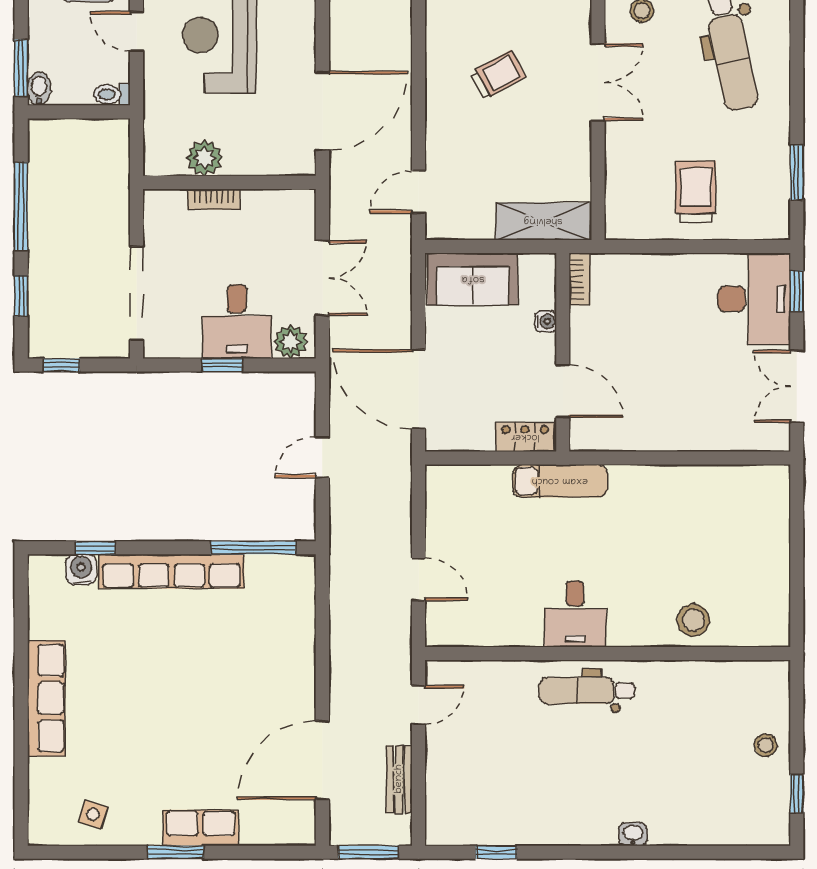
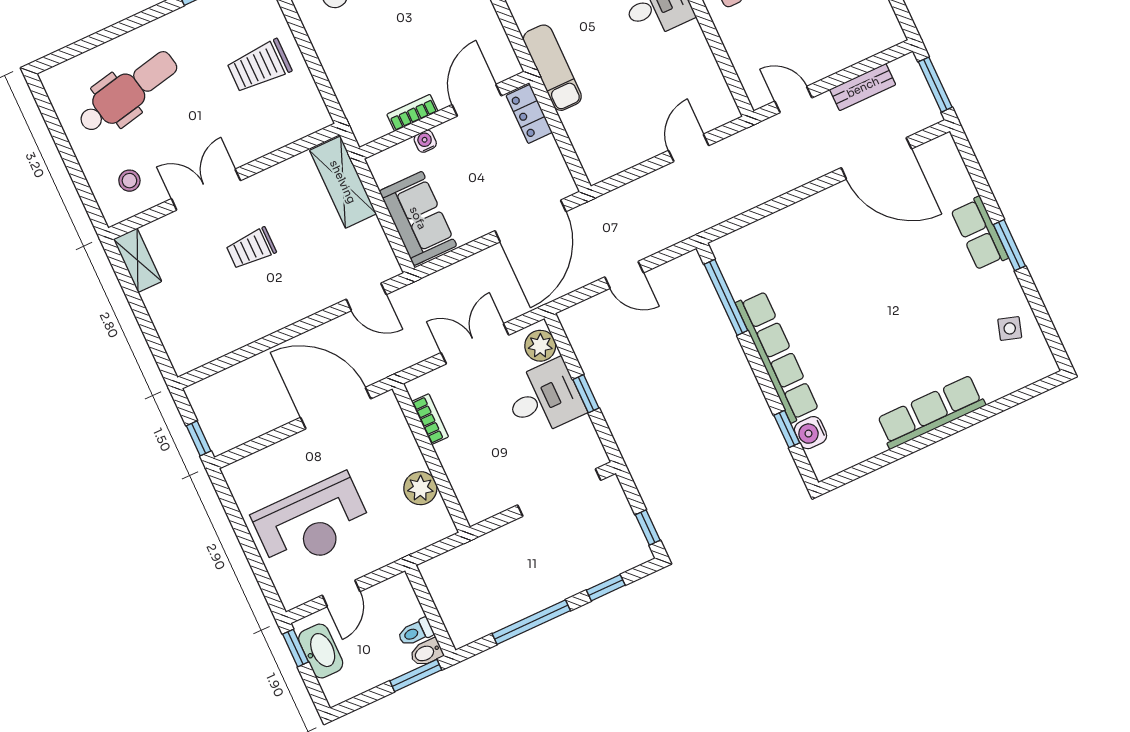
trolley: (498, 75) -> (251, 248), moved, turned -61
toilet: (112, 94) -> (415, 632), moved, turned 90
bookcase: (214, 199) -> (430, 419), moved
bookcase: (580, 279) -> (412, 113), moved

